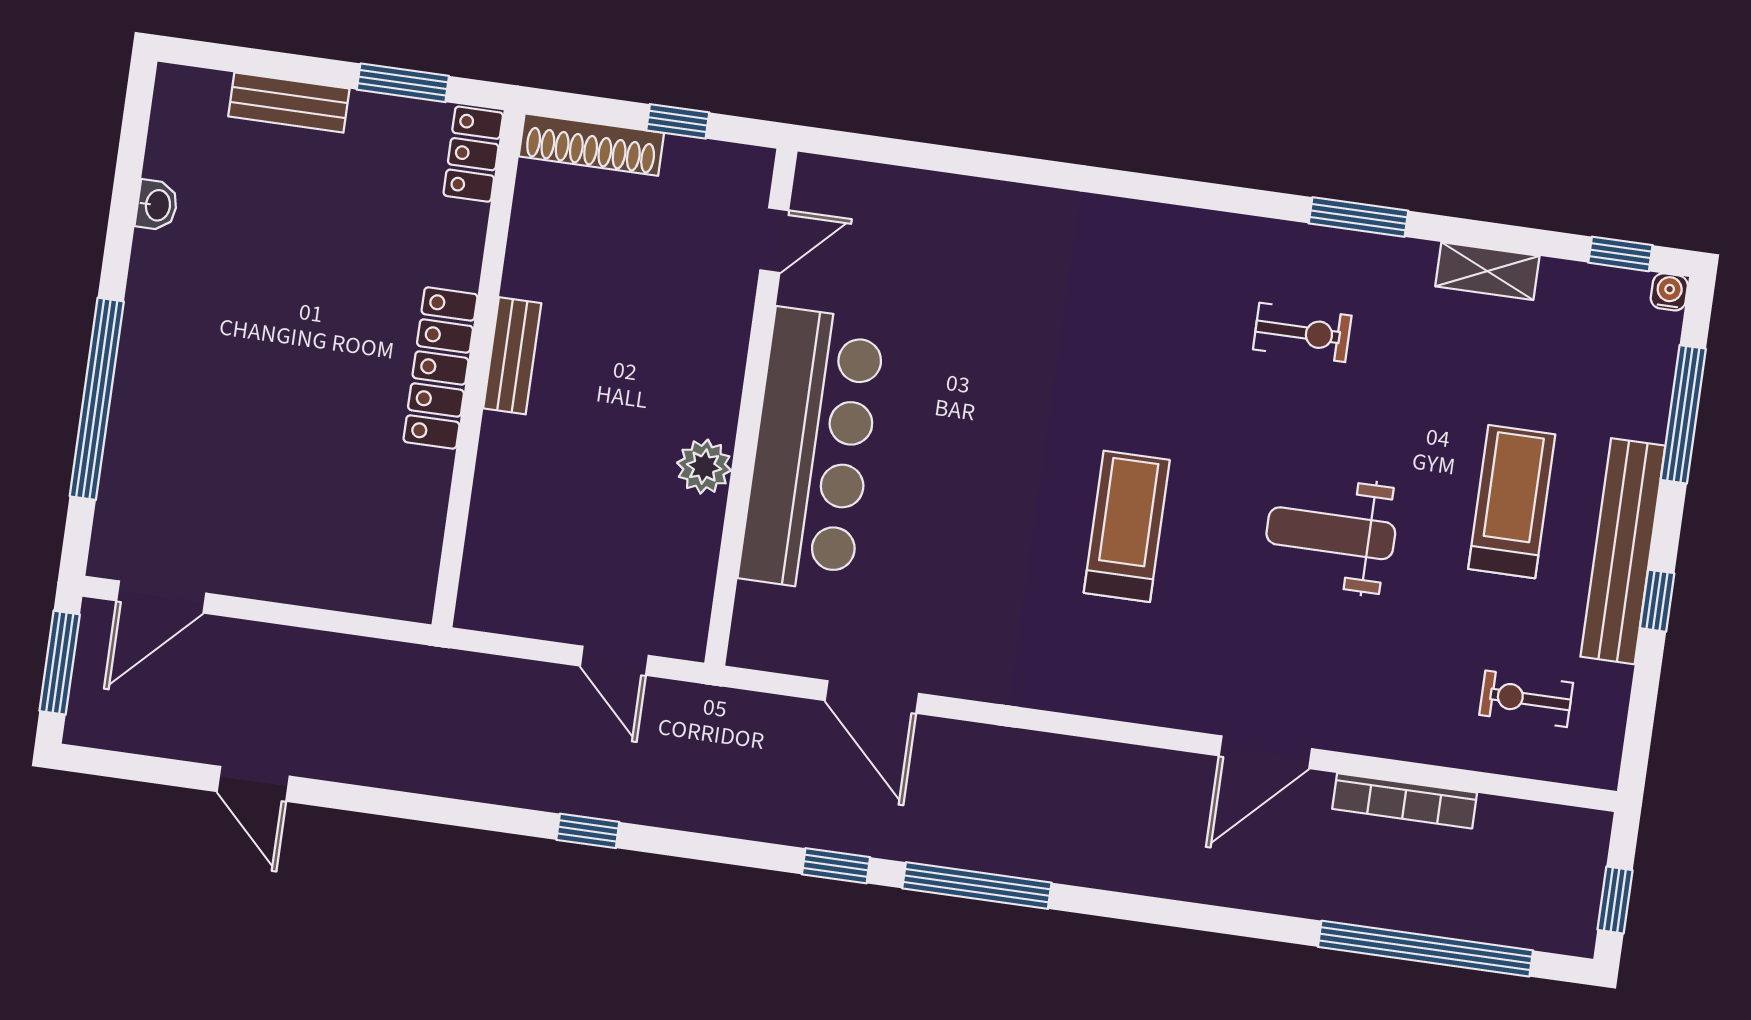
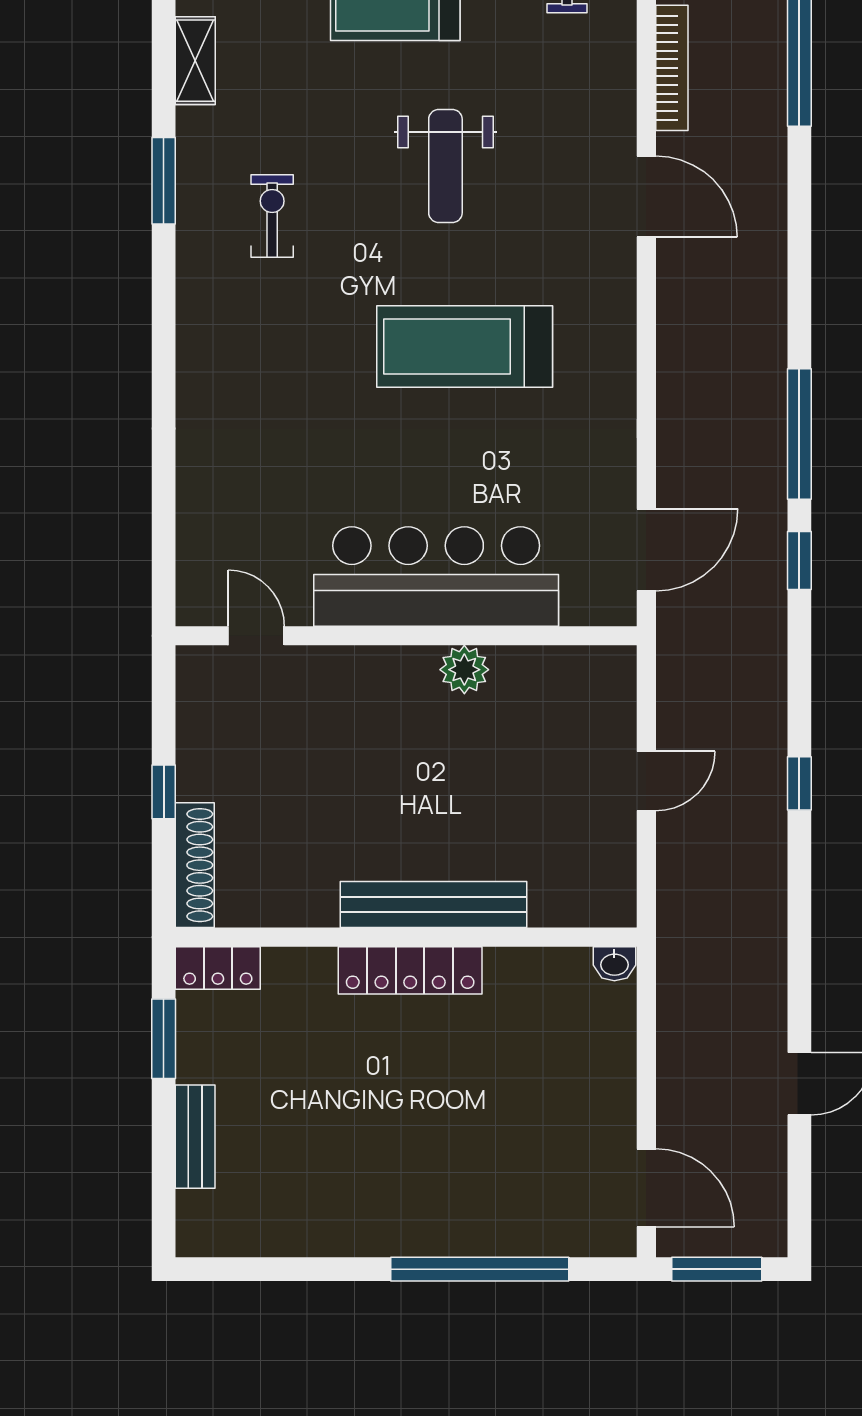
washbasin: (157, 205) -> (614, 964), moved, turned 180
door: (774, 240) -> (256, 636), moved
bench: (512, 356) -> (434, 905), width x1.86, depth x1.21
wall: (751, 407) -> (406, 636), moved
bar counter: (812, 450) -> (436, 576), moved
plant: (704, 467) -> (464, 670), moved
treadmill: (1127, 526) -> (465, 347), width x1.37, depth x1.38

